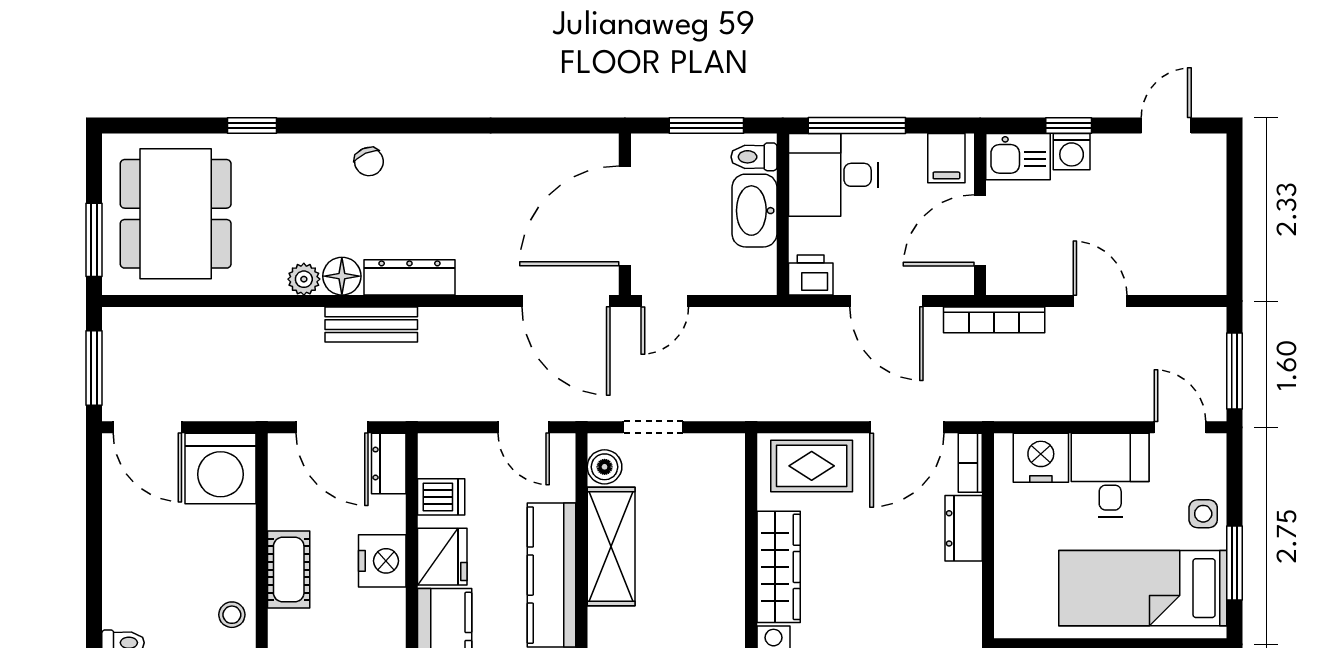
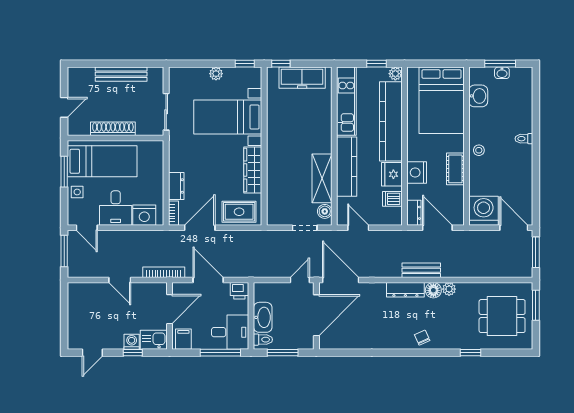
dining table: (176, 214) -> (502, 316), width x0.73

